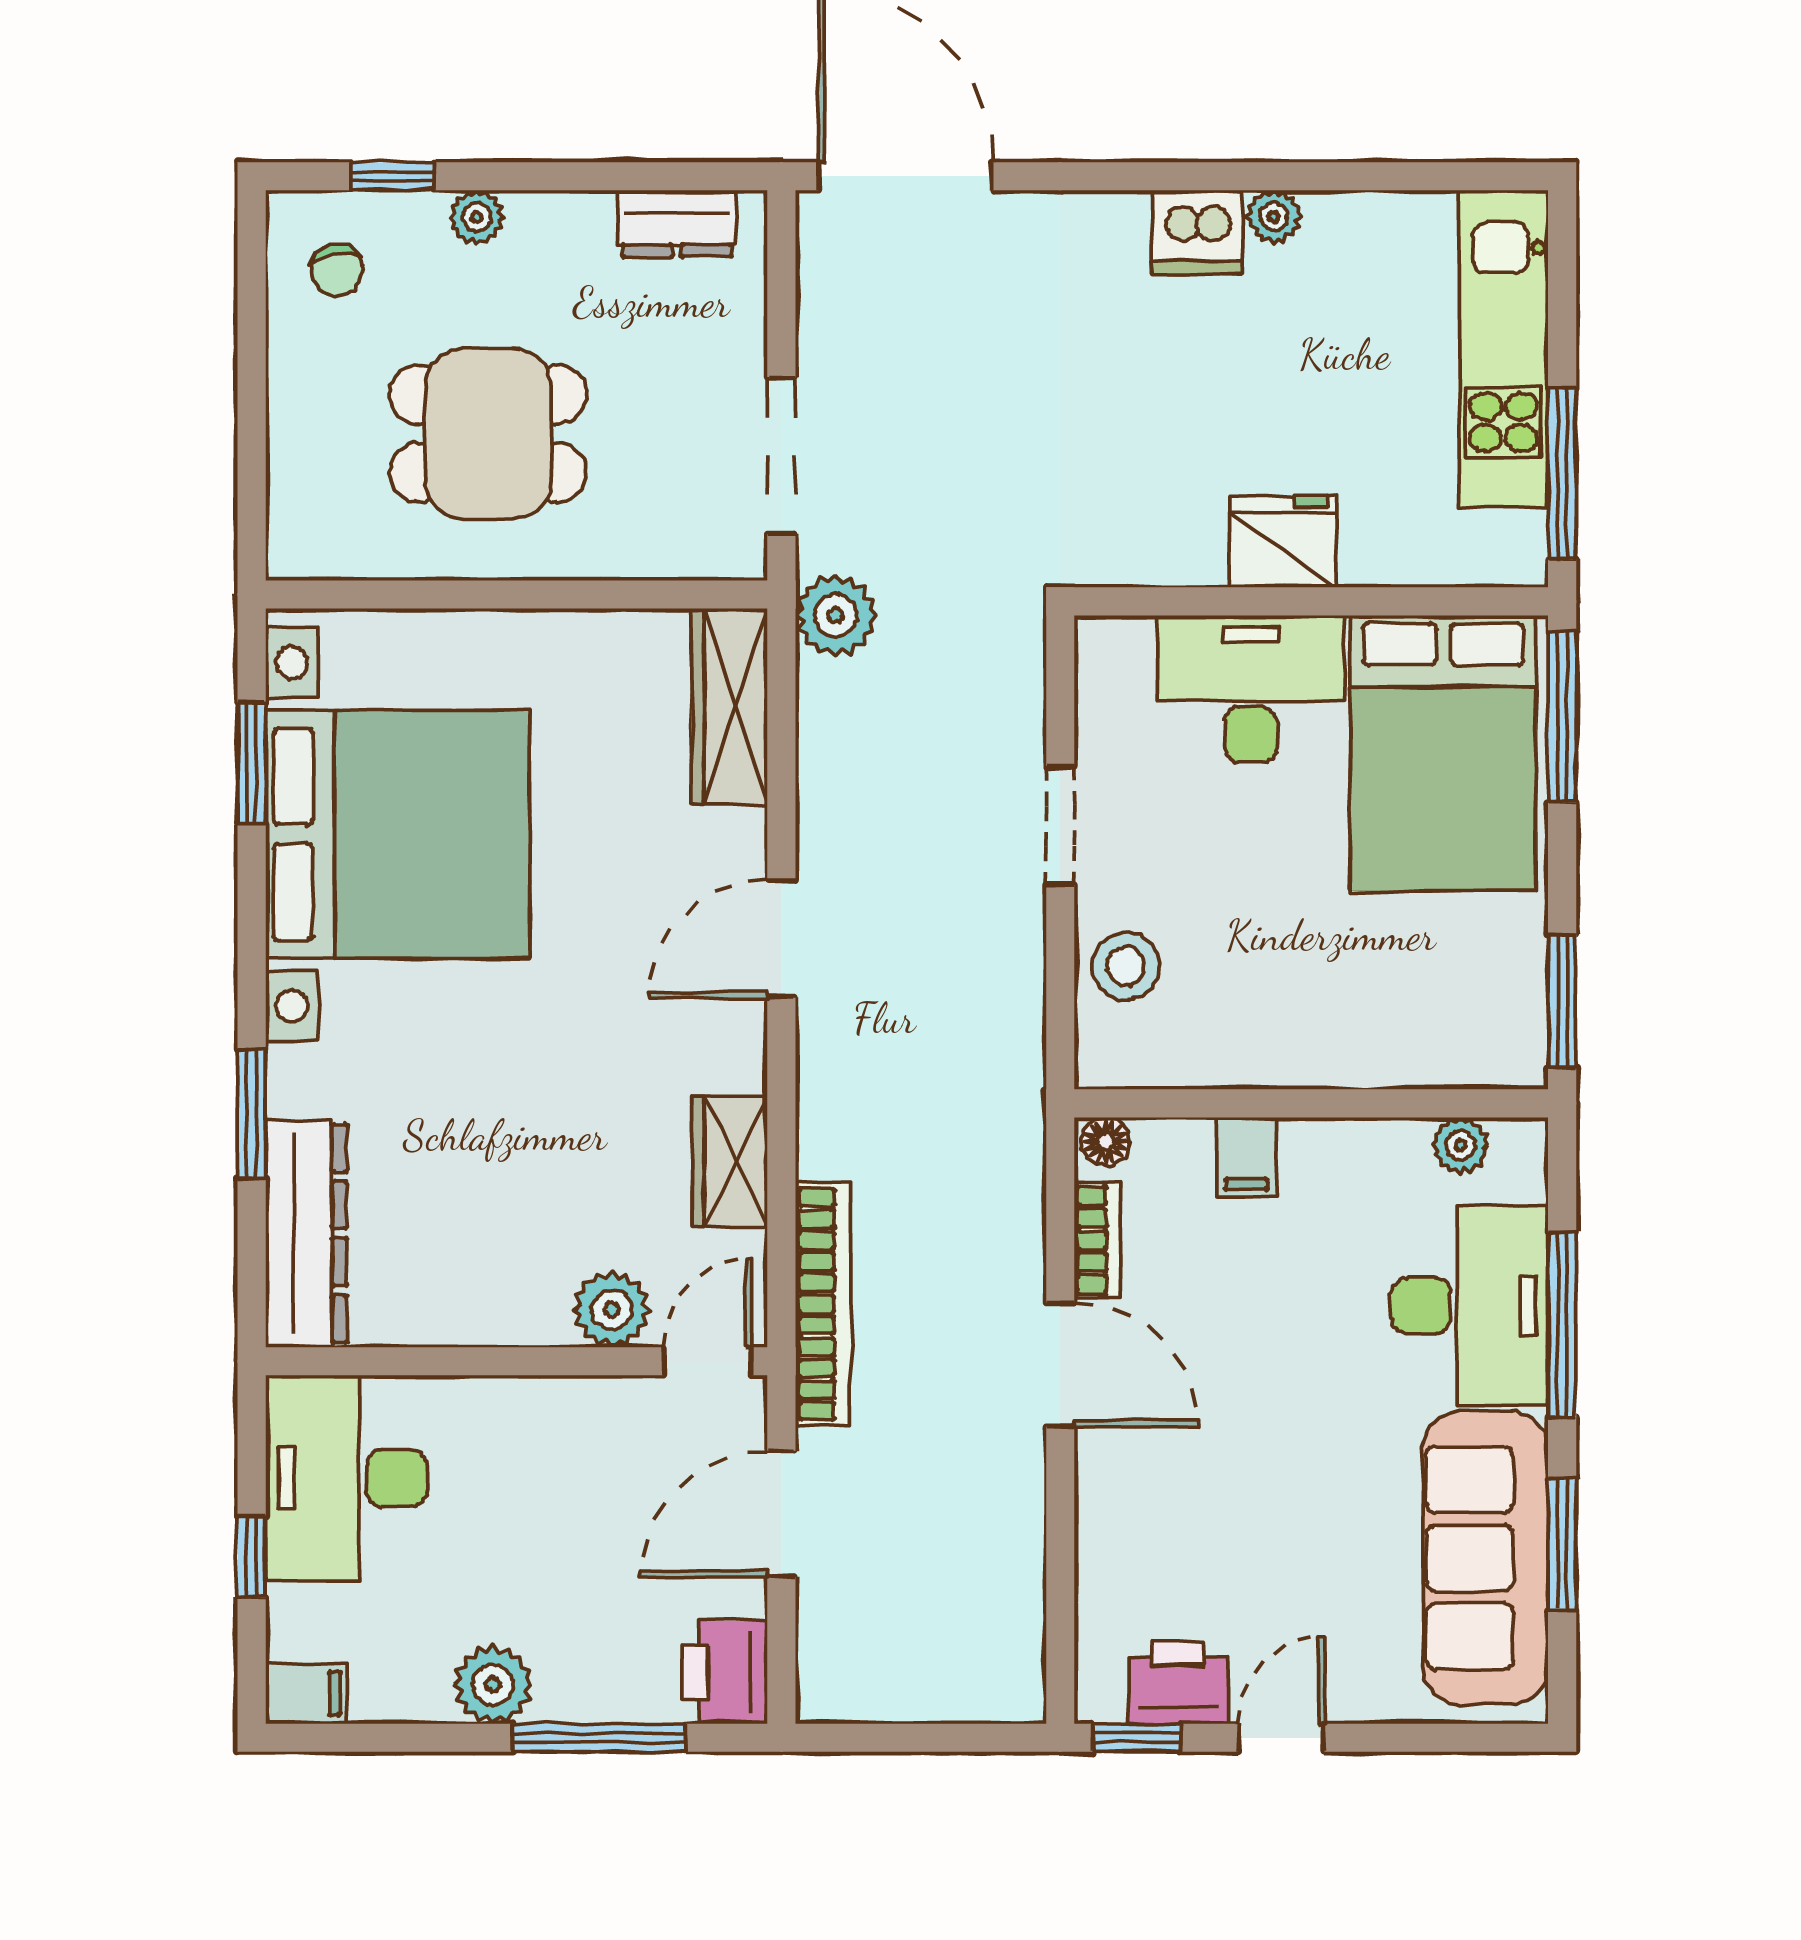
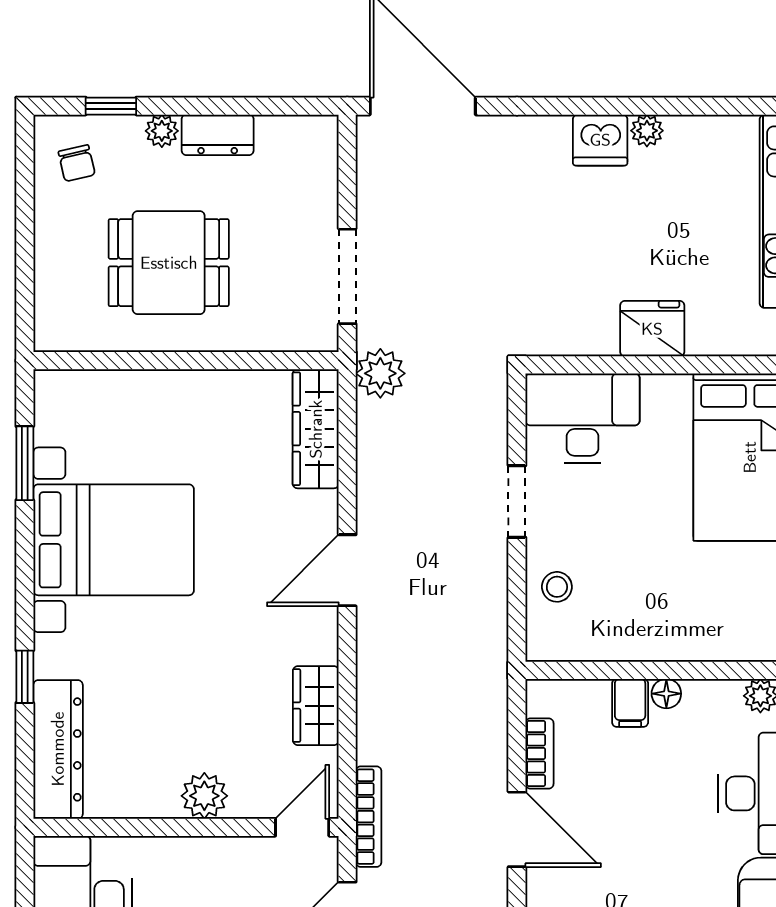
dresser: (677, 223) -> (218, 135), moved
desk: (1251, 689) -> (583, 418), moved
bed with nightstands: (398, 834) -> (114, 540), width x0.73
stool: (1126, 966) -> (557, 587), width x0.73, depth x0.73
window: (252, 1114) -> (25, 677), width x0.67
floor lamp: (1105, 1142) -> (666, 694), moved
bookcase: (823, 1304) -> (369, 817), width x0.68, depth x0.76
plant: (612, 1309) -> (204, 796), moved

